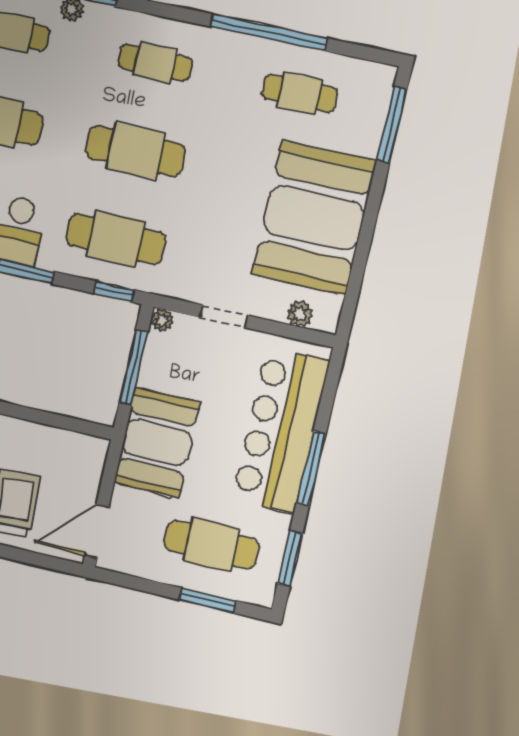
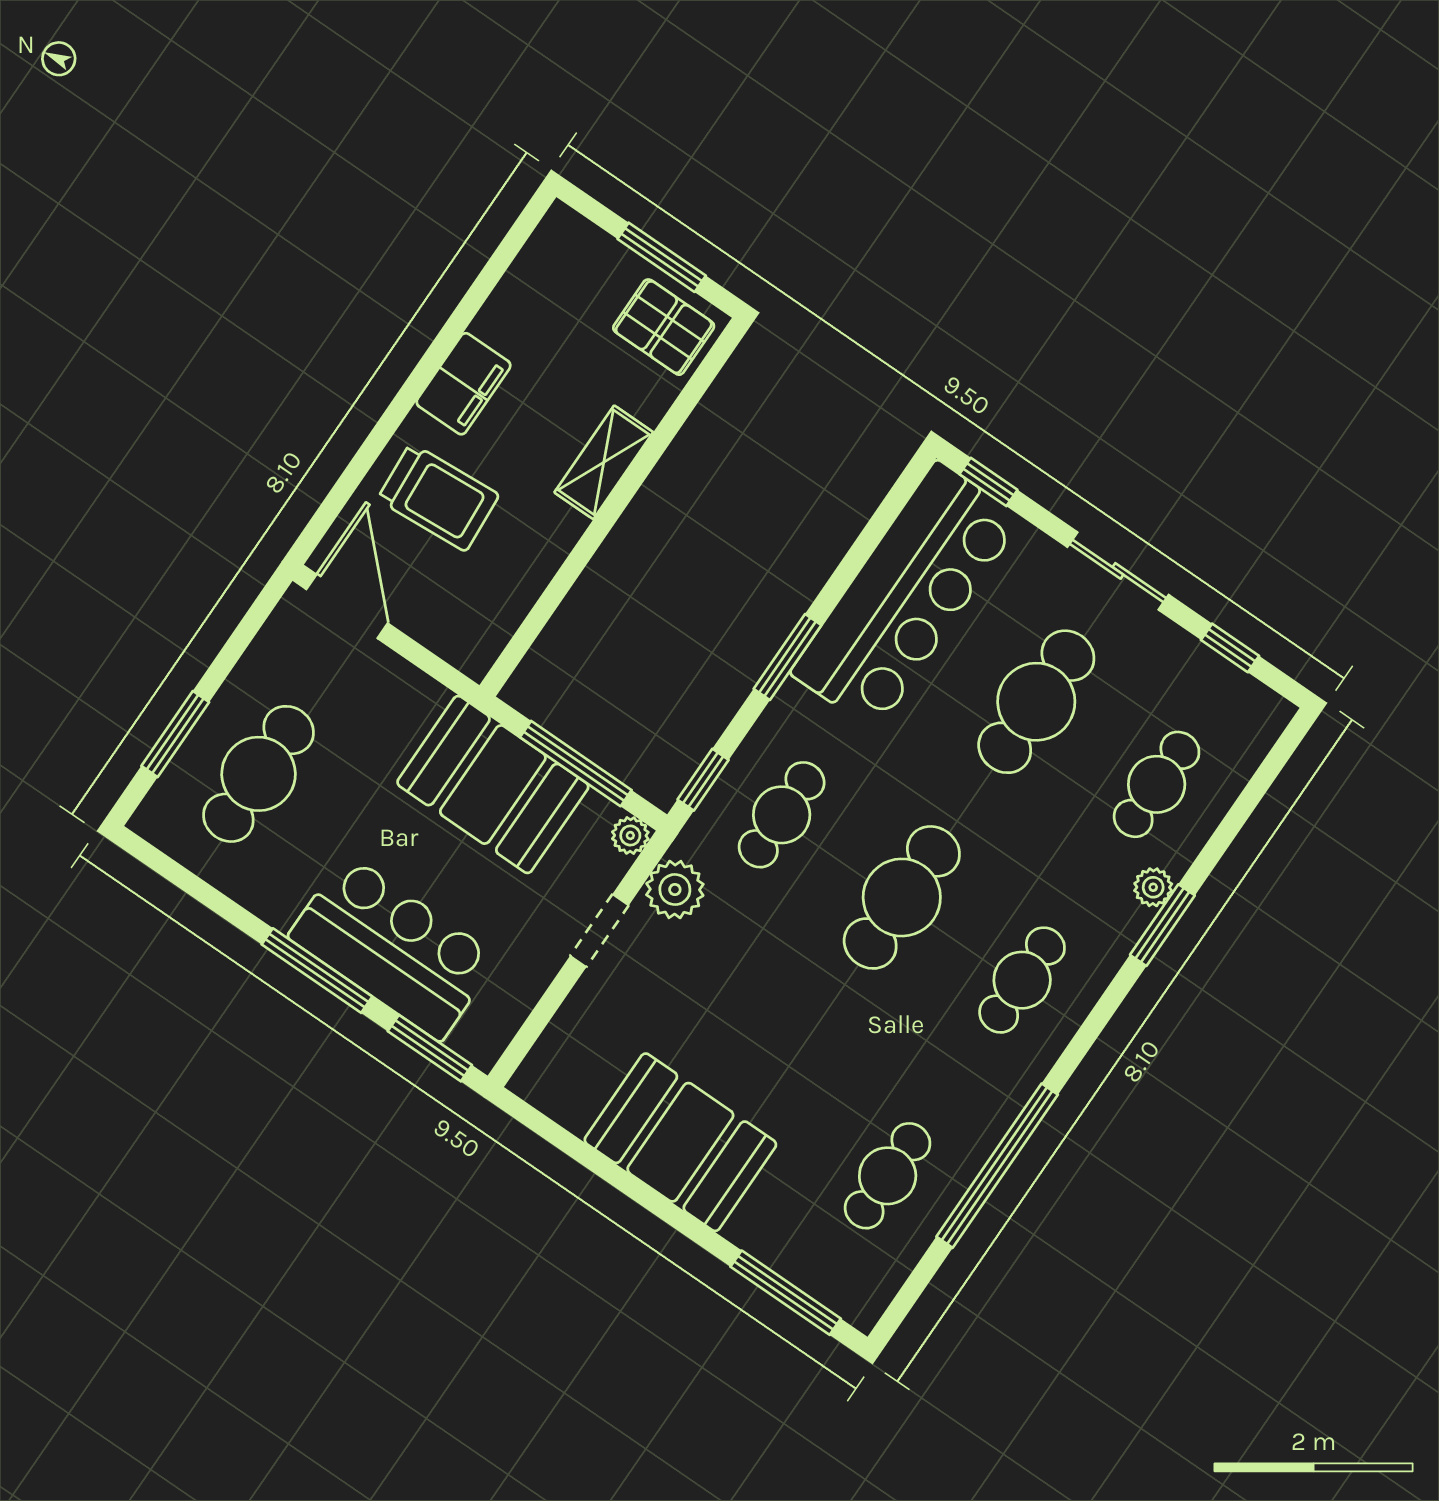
booth: (314, 218) -> (680, 1142), width x0.73, depth x0.70
cafe table: (116, 239) -> (782, 815), width x0.73, depth x0.74
plant: (300, 314) -> (675, 890), moved, width x1.38, depth x1.38
bar counter: (280, 430) -> (393, 947), width x0.73
booth: (157, 442) -> (493, 785), moved
window: (290, 559) -> (430, 1048), moved

